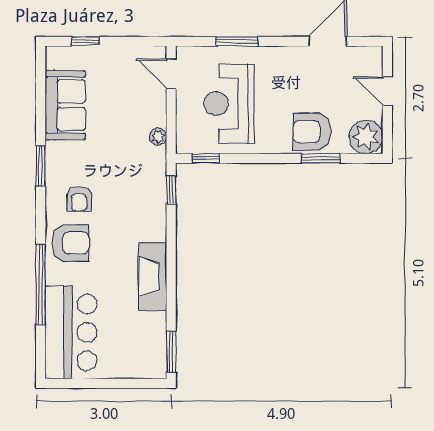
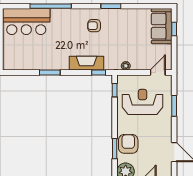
sofa: (65, 105) -> (162, 26), moved, turned 90
armchair: (71, 243) -> (72, 21), removed
fireplace: (153, 277) -> (87, 63), moved
window: (171, 351) -> (50, 72), moved

